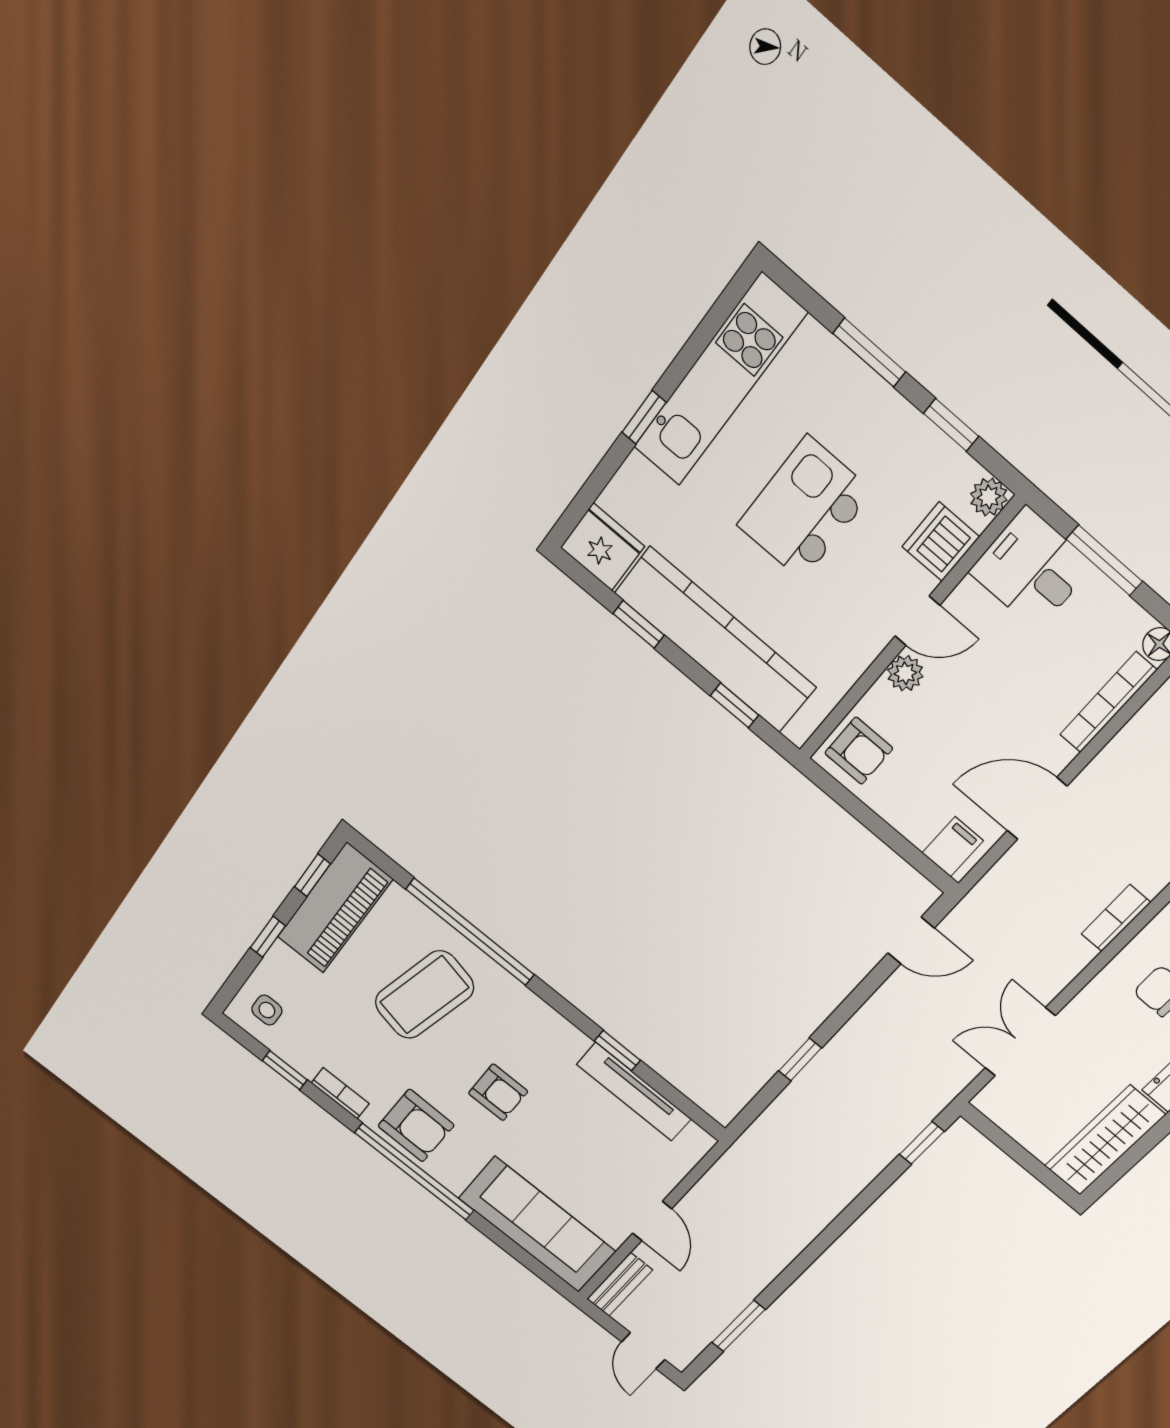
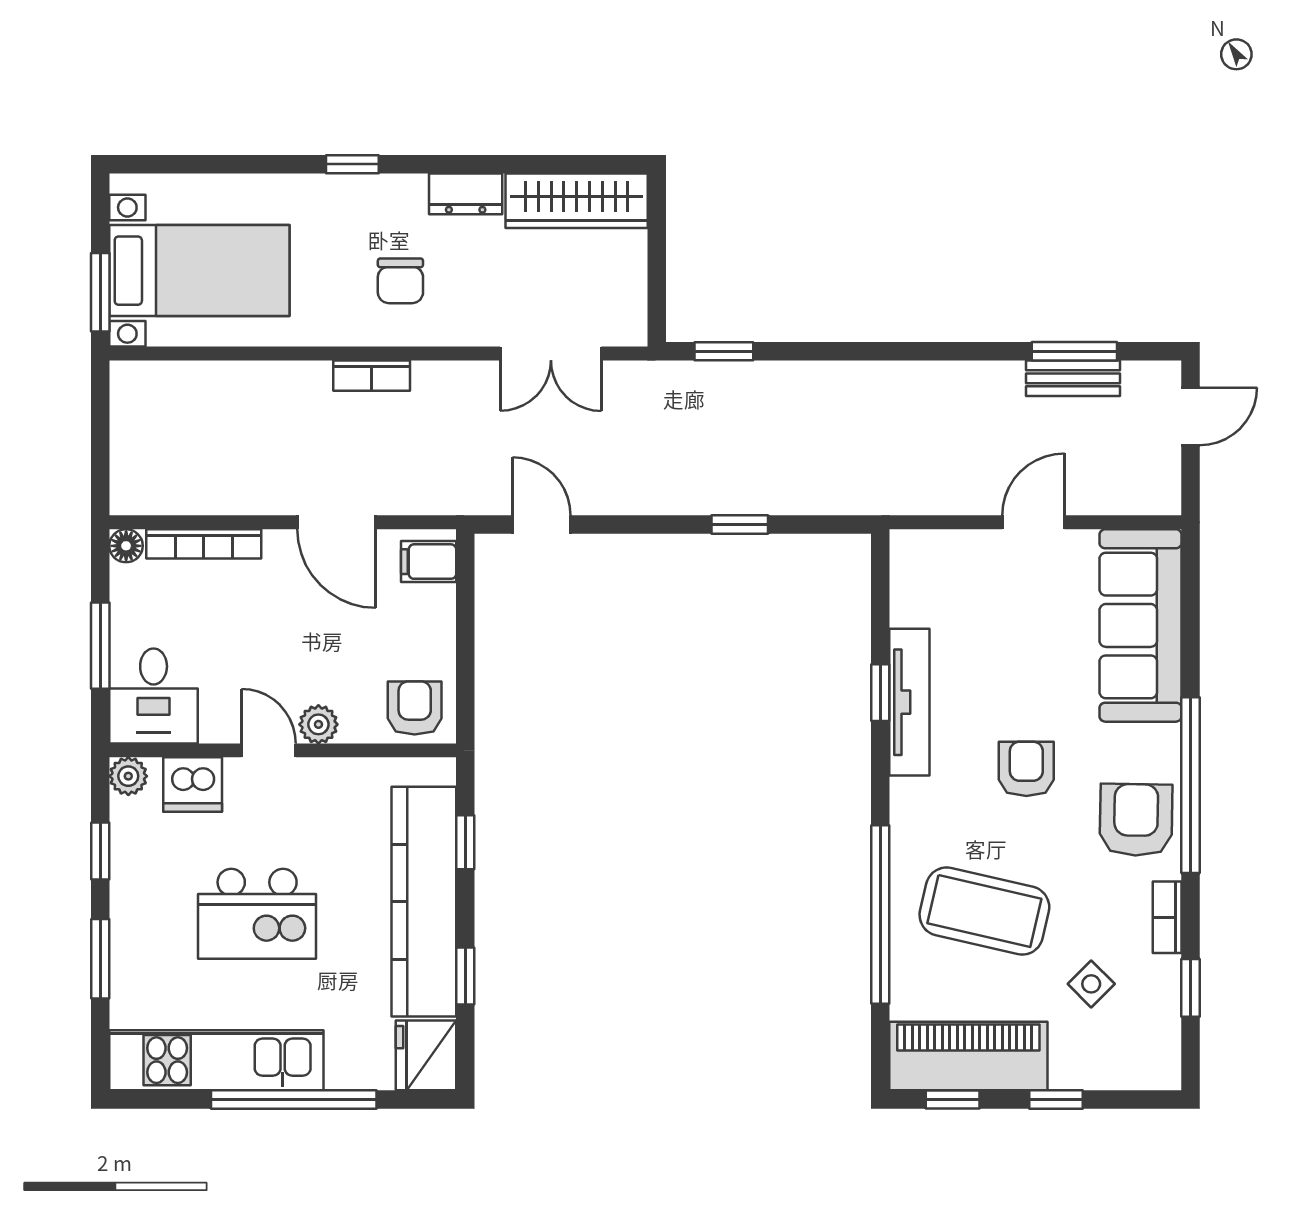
window: (644, 417) -> (294, 1099), width x3.17
side table: (267, 1010) -> (1091, 984), moved, turned 45
tv unit: (634, 1092) -> (909, 702), moved
bench: (620, 1284) -> (1073, 378), moved

